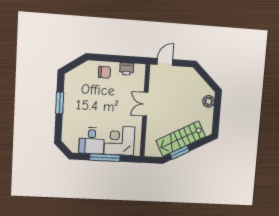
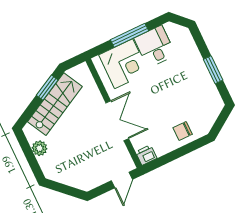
printer: (127, 69) -> (146, 155), moved
plant: (209, 101) -> (39, 148), moved
double door: (145, 104) -> (117, 121), width x1.37

